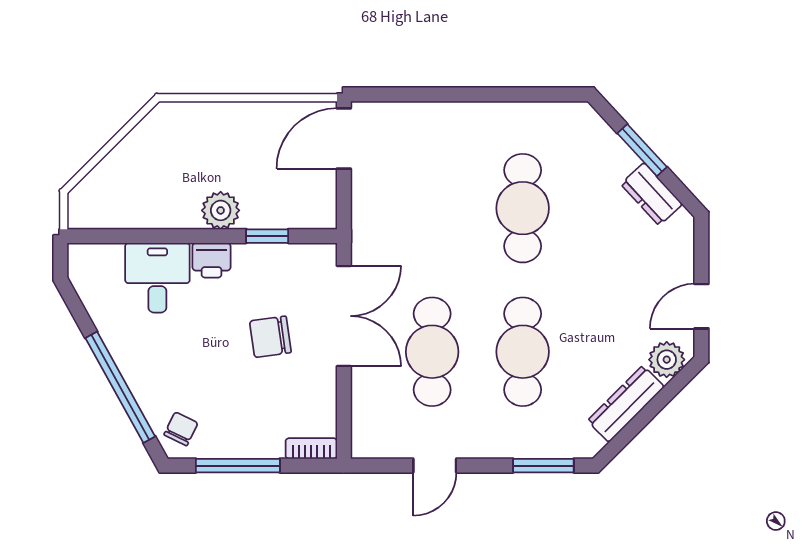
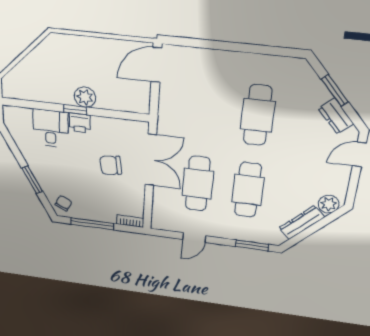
window: (267, 236) -> (75, 110), moved
door: (701, 306) -> (359, 154), moved
window: (120, 387) -> (32, 180), width x0.47

